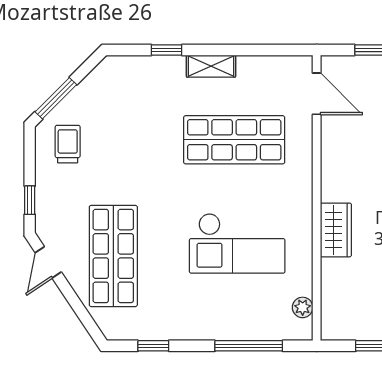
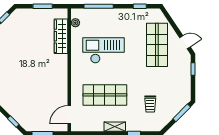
door: (317, 94) -> (69, 115), hinge flipped
trolley: (68, 144) -> (150, 104), moved
wardrobe: (336, 230) -> (61, 36), moved, width x1.50
door: (48, 262) -> (185, 42), hinge flipped

